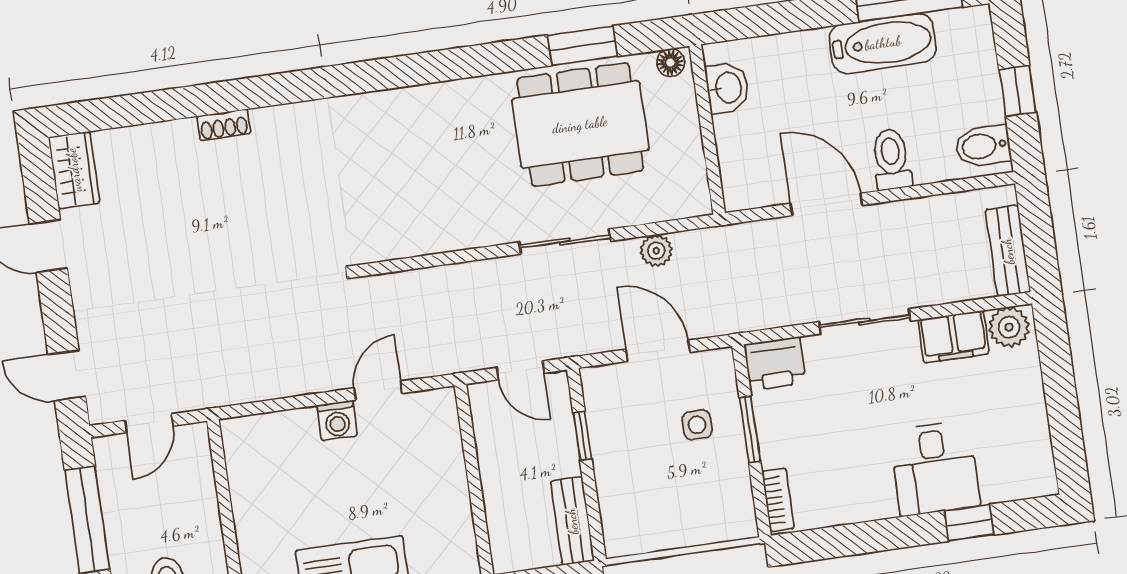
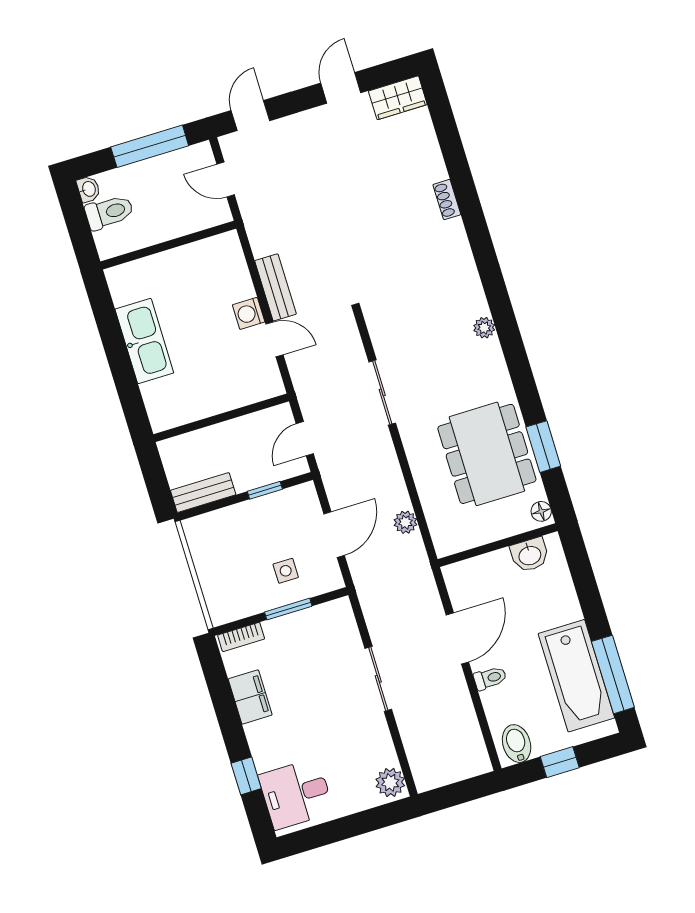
bathtub: (883, 43) -> (576, 676), width x1.36, depth x1.36
plant: (407, 101) -> (484, 328), added
toilet: (891, 159) -> (490, 678), width x0.73, depth x0.72
sliding door: (565, 242) -> (382, 392), moved
bench: (1008, 251) -> (276, 287), moved, turned 90
filing cabinet: (953, 337) -> (250, 697), moved, turned 180
printer: (775, 364) -> (338, 620), removed
desk: (935, 468) -> (296, 794), moved

